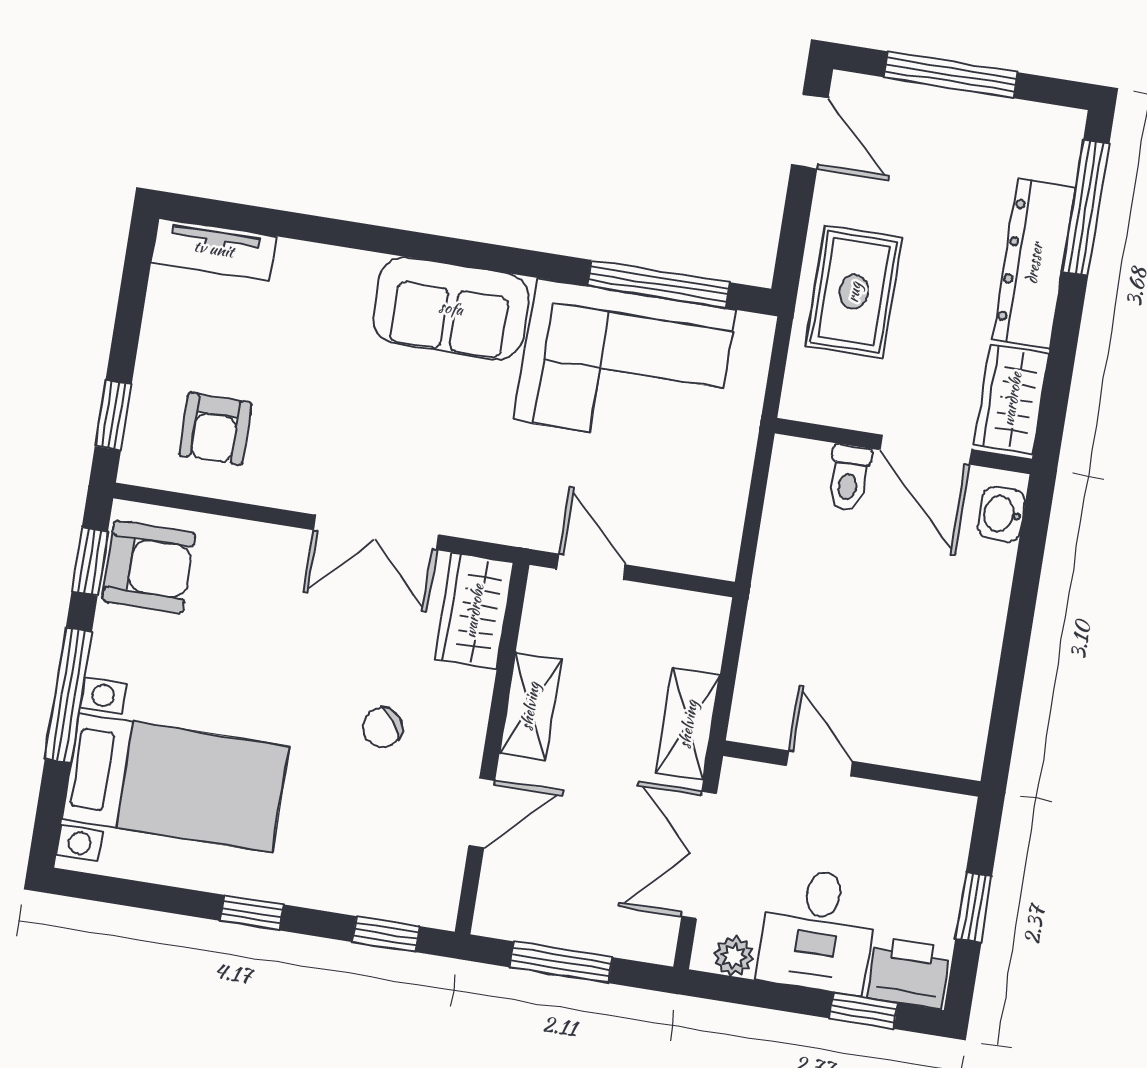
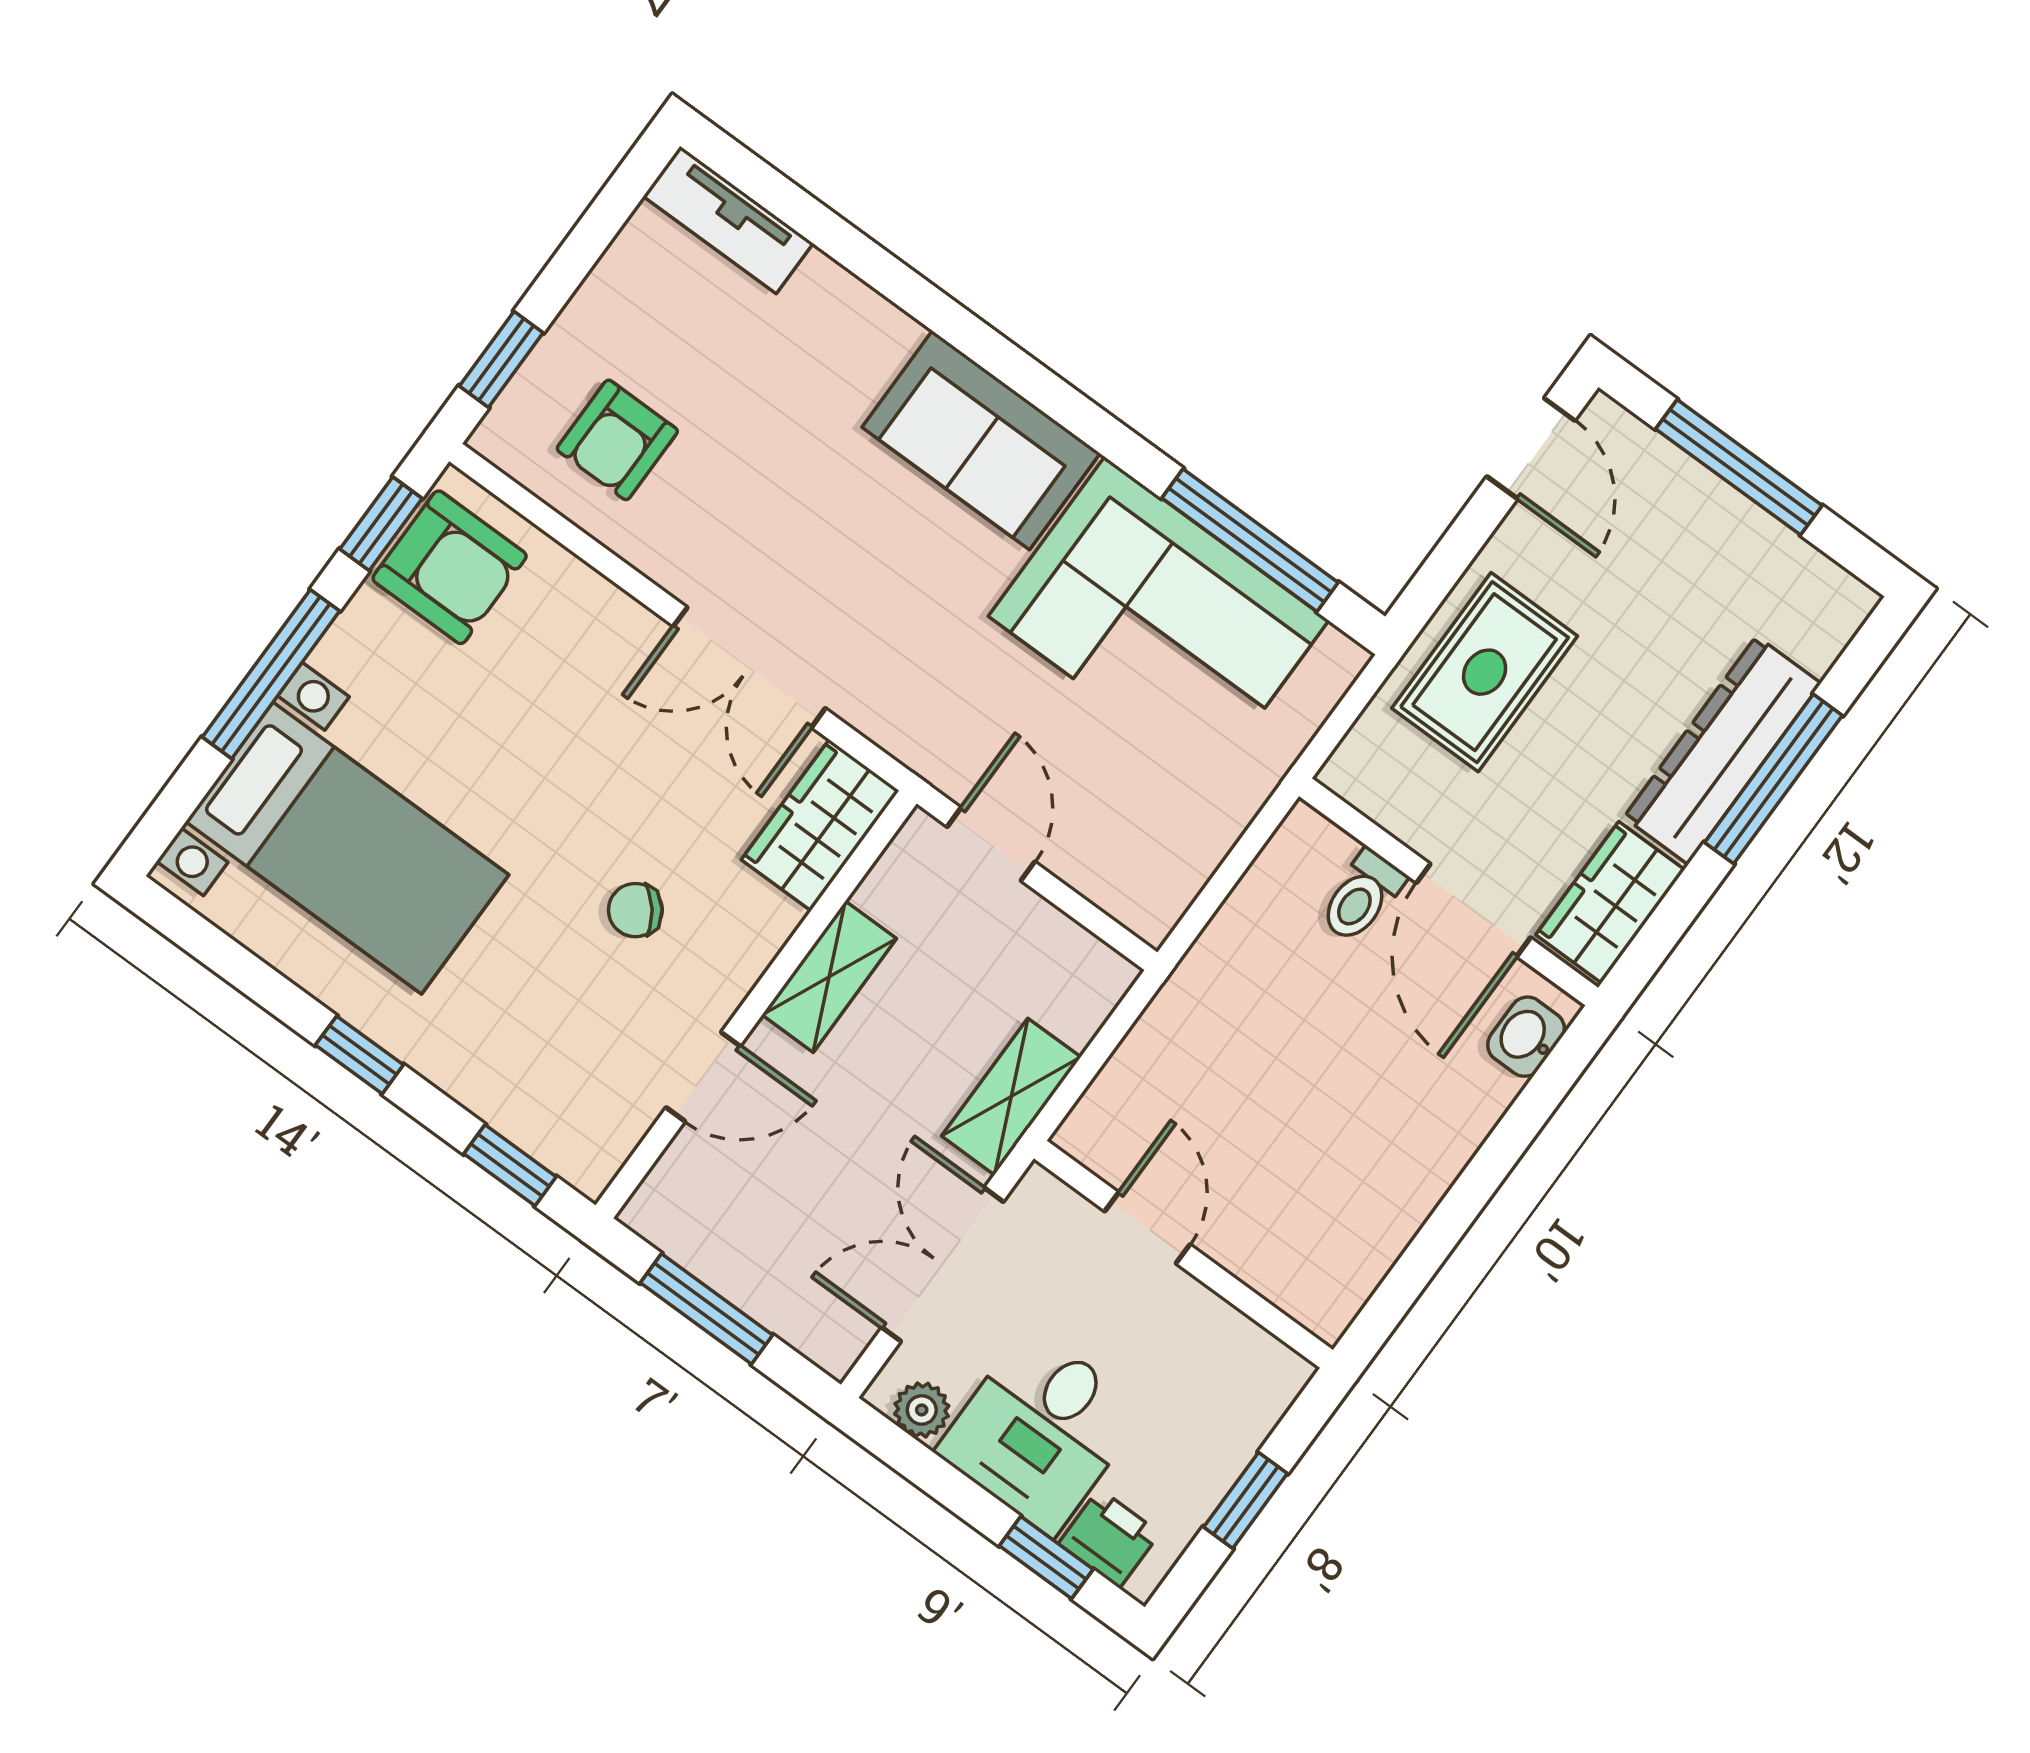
window: (1086, 208) -> (1774, 779), moved
printer: (909, 973) -> (1109, 1538), width x0.73, depth x0.81

